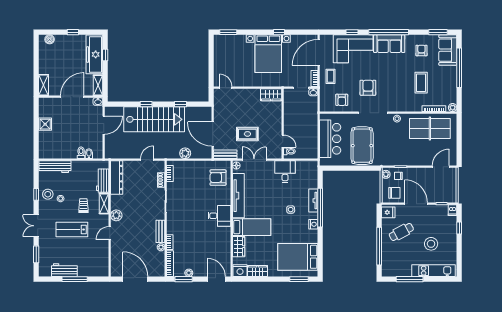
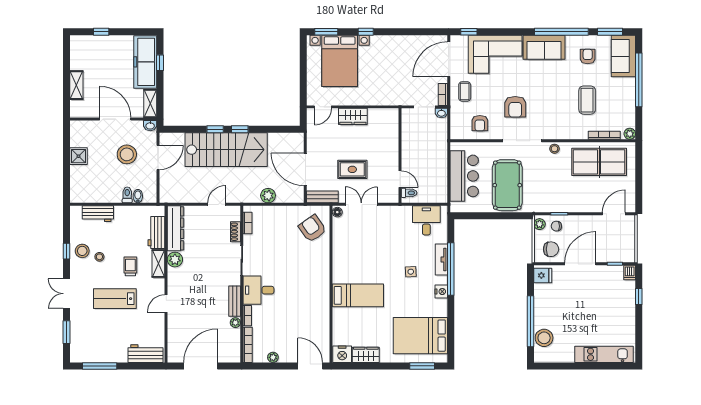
window: (73, 32) -> (101, 32), moved
window: (279, 32) -> (366, 32), moved
window: (352, 32) -> (469, 32), moved
window: (389, 32) -> (561, 32), moved
boiler: (50, 39) -> (85, 41), removed
bed with nightstands: (268, 54) -> (340, 61), moved
shelving: (44, 85) -> (76, 85), moved
door: (226, 88) -> (323, 107), swing flipped
armchair: (368, 88) -> (515, 107), turned 180
wardrobe: (271, 95) -> (353, 116), moved
door: (72, 97) -> (115, 119), hinge flipped
window: (181, 104) -> (240, 129), moved
stool: (81, 123) -> (127, 154), added
workbench: (55, 167) -> (98, 214), width x0.73
desk: (285, 172) -> (426, 220), moved
armchair: (218, 178) -> (312, 228), turned 55
tv unit: (238, 196) -> (340, 253), removed
door: (416, 204) -> (580, 264), hinge flipped
plant: (116, 215) -> (175, 260), moved
desk: (219, 216) -> (258, 290), moved, turned 180
cafe table: (401, 232) -> (560, 302), removed
stool: (431, 244) -> (544, 338), moved
wardrobe: (239, 247) -> (340, 322), removed
workbench: (64, 270) -> (145, 354), moved
window: (75, 279) -> (100, 366), moved
door: (135, 279) -> (201, 366), hinge flipped
window: (184, 279) -> (266, 366), removed
window: (410, 279) -> (572, 366), removed

